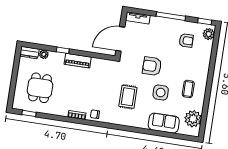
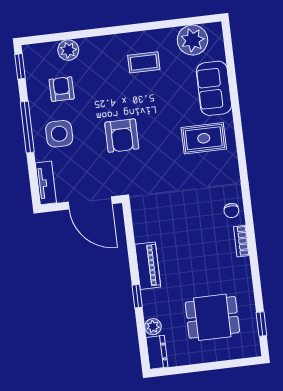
plant: (209, 34) -> (68, 50), moved
side table: (161, 92) -> (59, 134), moved
rug: (128, 97) -> (204, 138), moved

